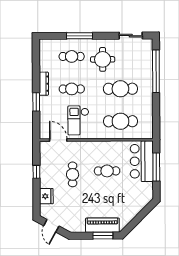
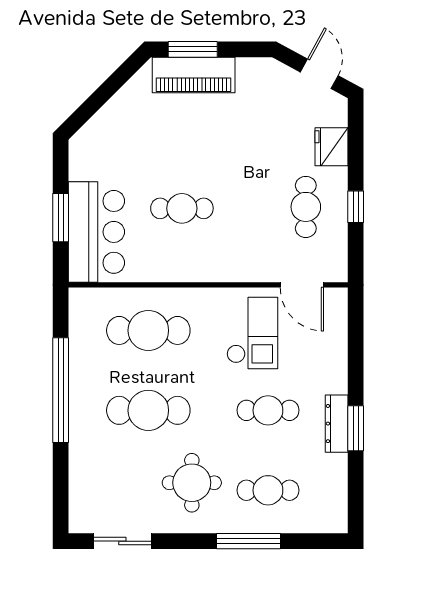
window: (156, 71) -> (61, 390), moved
window: (36, 102) -> (356, 428), moved
window: (156, 167) -> (61, 218), width x0.69
cafe table: (73, 174) -> (306, 207), moved

